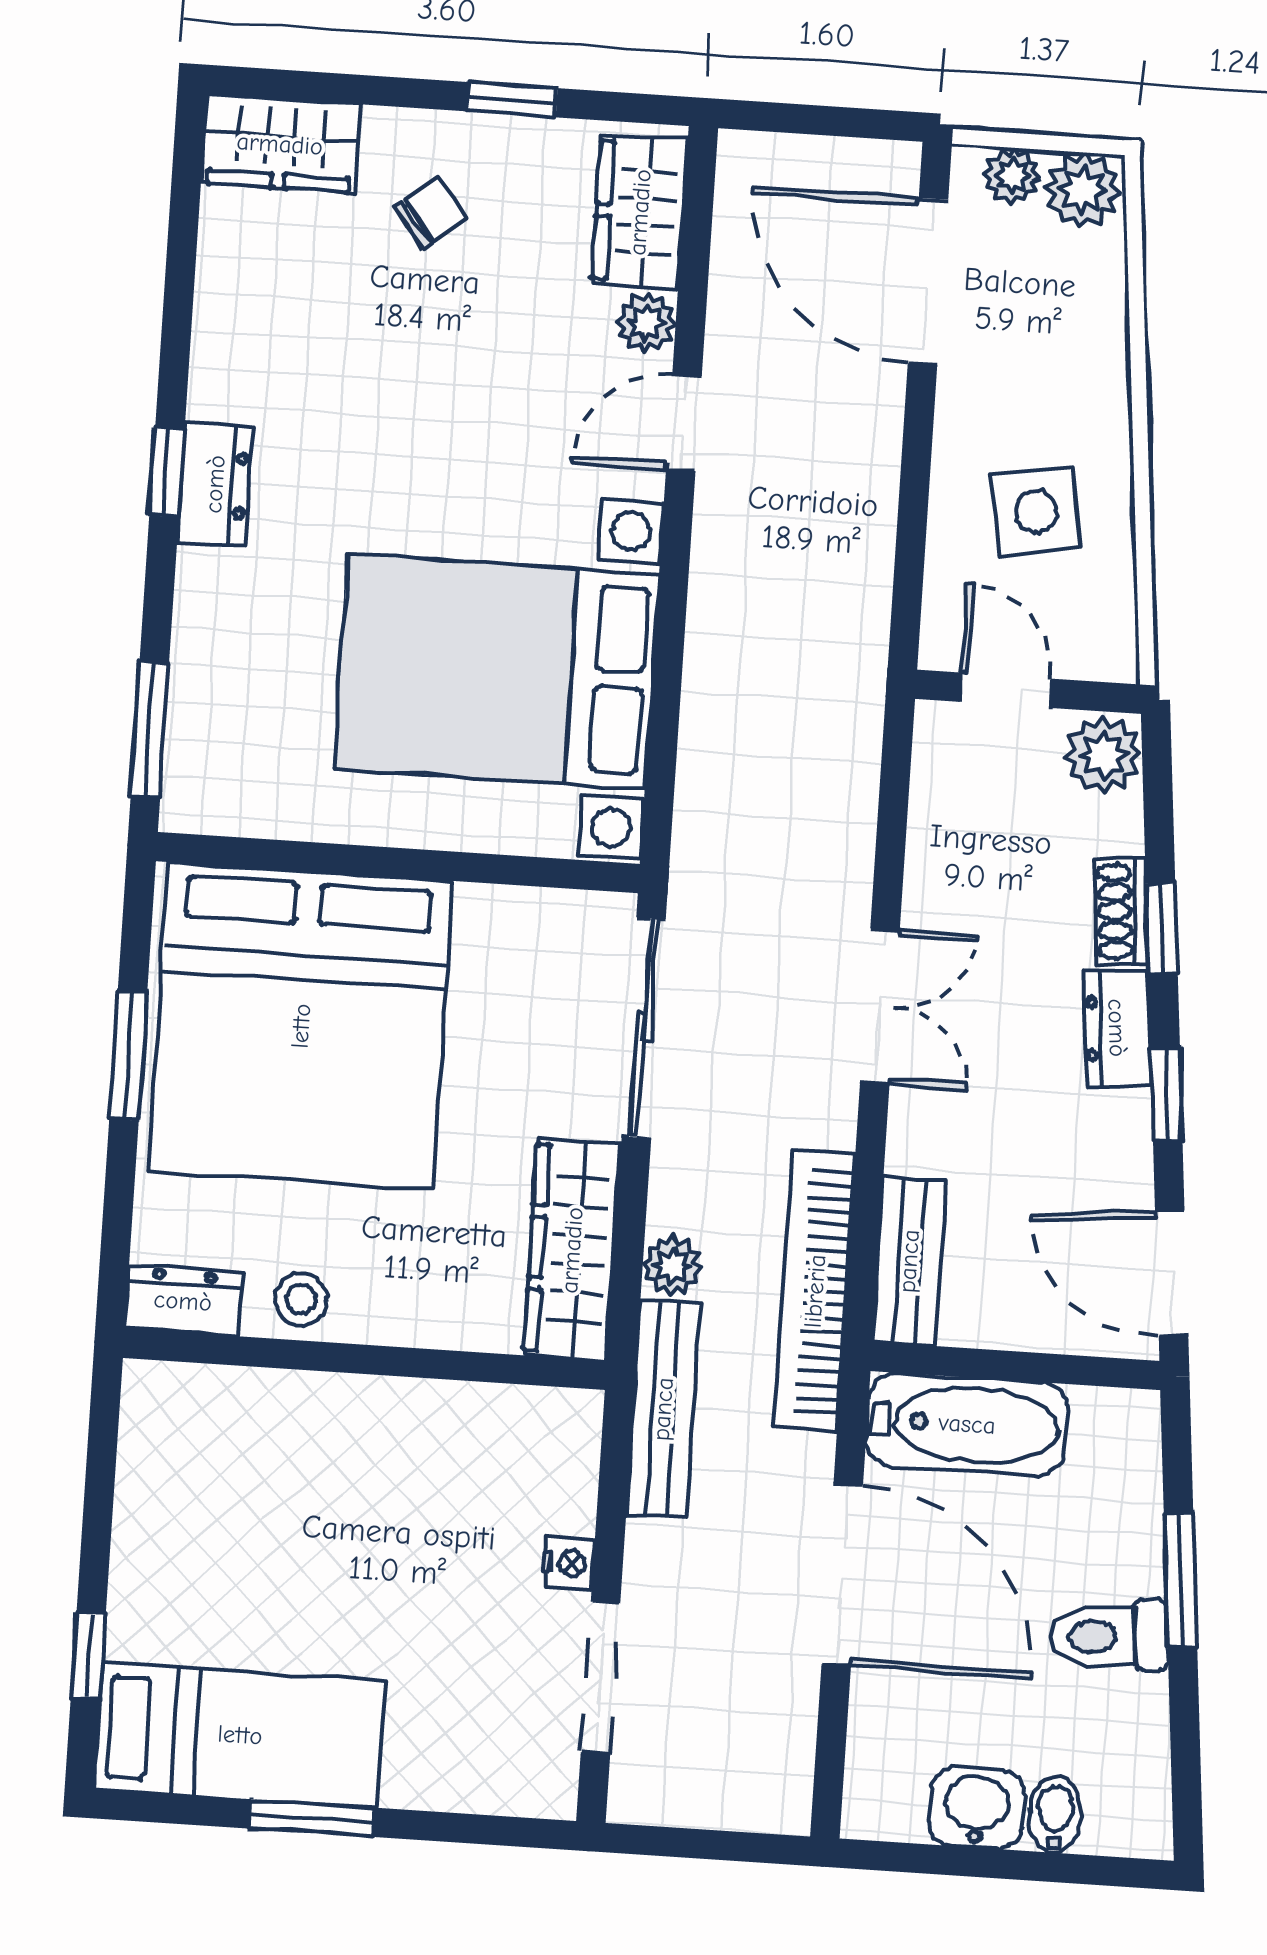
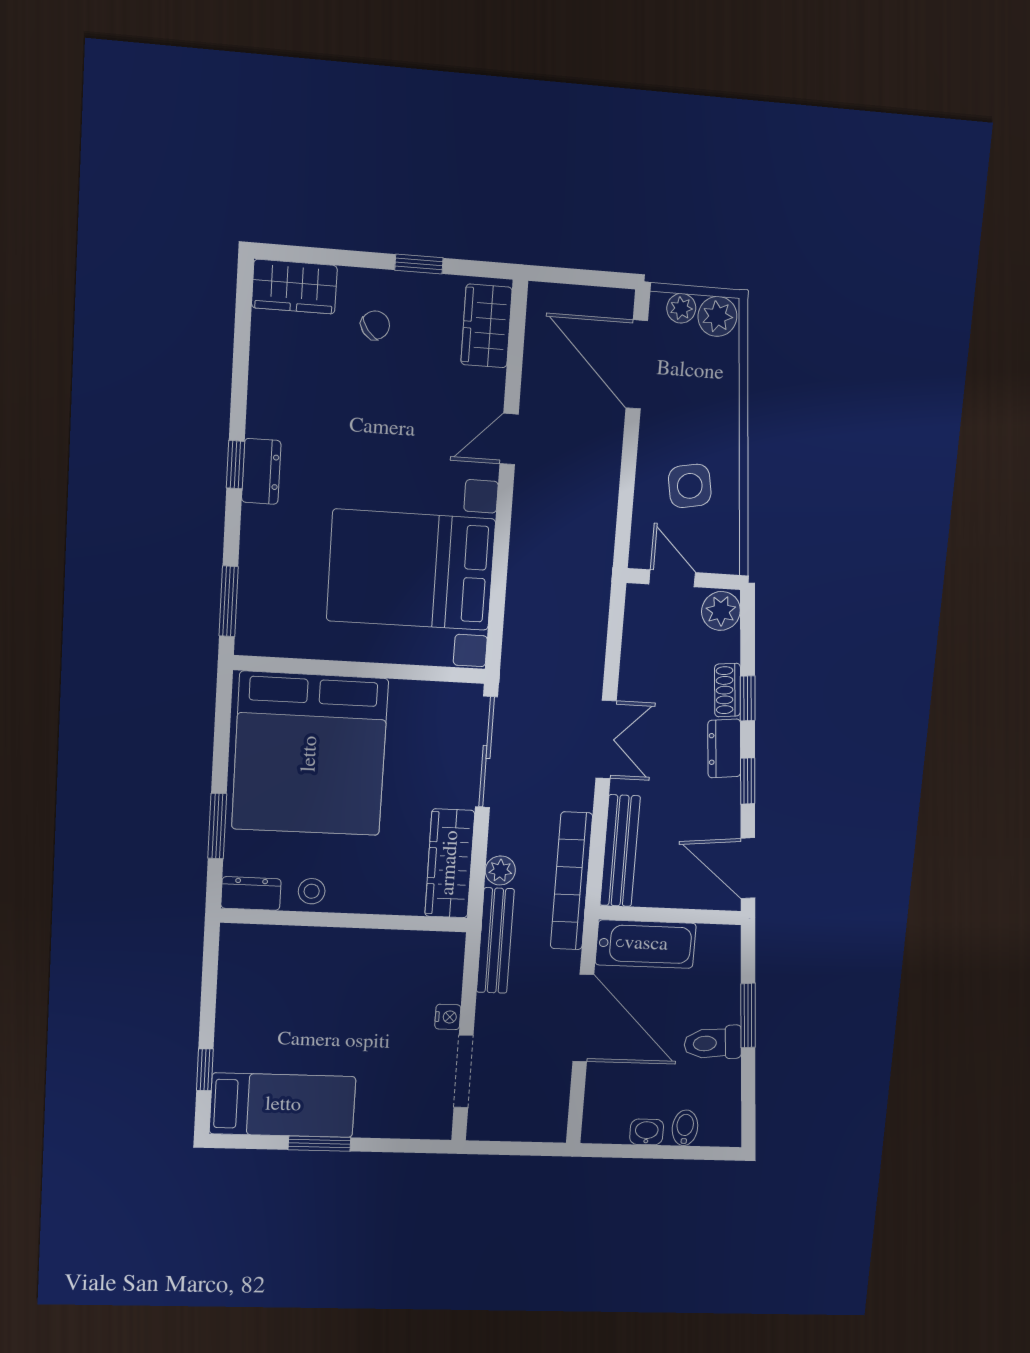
plant: (646, 323) -> (490, 386), removed
window: (128, 1056) -> (217, 826), moved
bench: (909, 1261) -> (620, 851), width x1.36
washbasin: (977, 1808) -> (647, 1132), width x0.72, depth x0.69

